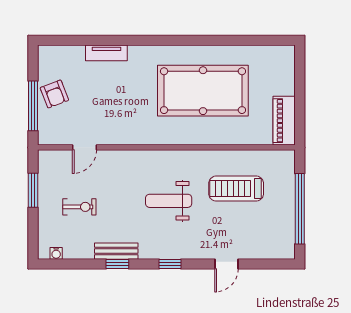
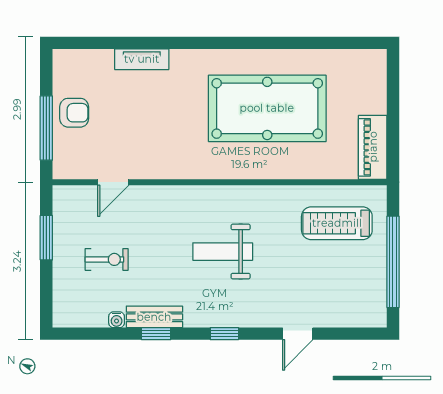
armchair: (54, 94) -> (74, 113), turned -69
treadmill: (236, 189) -> (337, 223), moved
water cooler: (56, 253) -> (117, 320), moved

